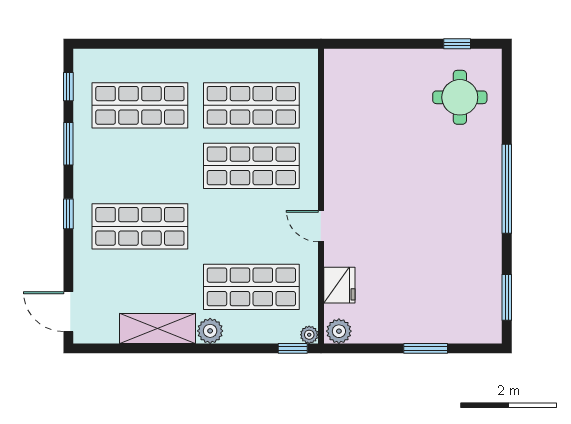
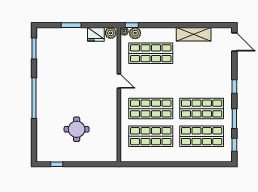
round table: (460, 97) -> (77, 129), moved
shop shelf: (140, 226) -> (202, 109), moved
fridge: (339, 285) -> (96, 34), moved, turned -90
plant: (210, 331) -> (135, 33), moved

